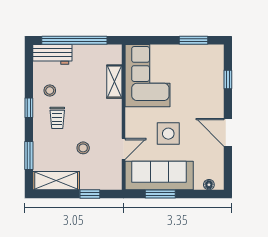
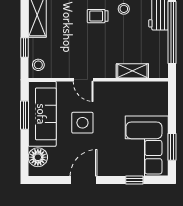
corner sofa: (147, 76) -> (147, 146), moved, turned 90
stool: (83, 148) -> (38, 65), moved
door: (124, 149) -> (83, 80), moved
floor lamp: (209, 185) -> (38, 157), width x1.89, depth x1.89

